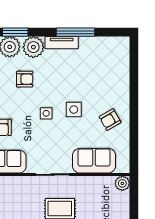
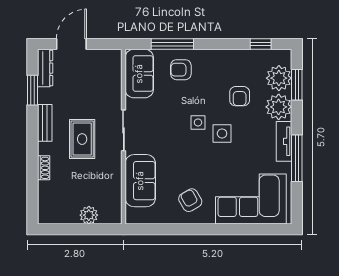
corner sofa: (109, 70) -> (251, 199), added
side table: (74, 110) -> (222, 133), moved
plant: (122, 183) -> (89, 215), moved

